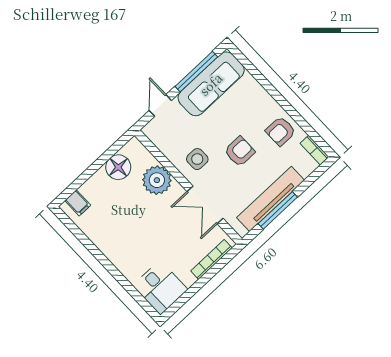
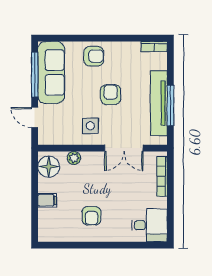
armchair: (281, 131) -> (94, 56), moved, turned -90
floor lamp: (118, 167) -> (49, 167), moved
plant: (157, 180) -> (74, 158), width x0.53, depth x0.53
filing cabinet: (78, 203) -> (47, 200), moved
armchair: (122, 231) -> (92, 216), added

